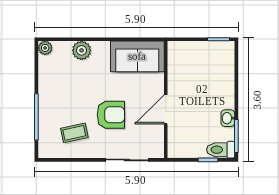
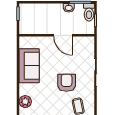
wall: (166, 100) -> (57, 35), moved
door: (166, 109) -> (63, 35), moved

